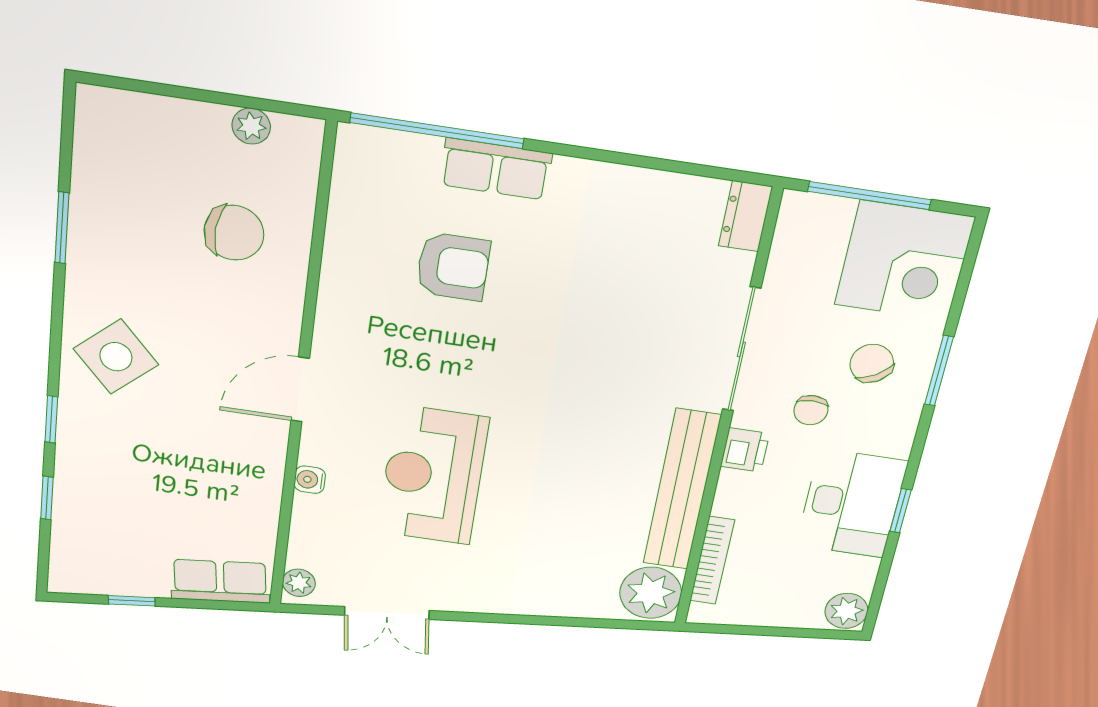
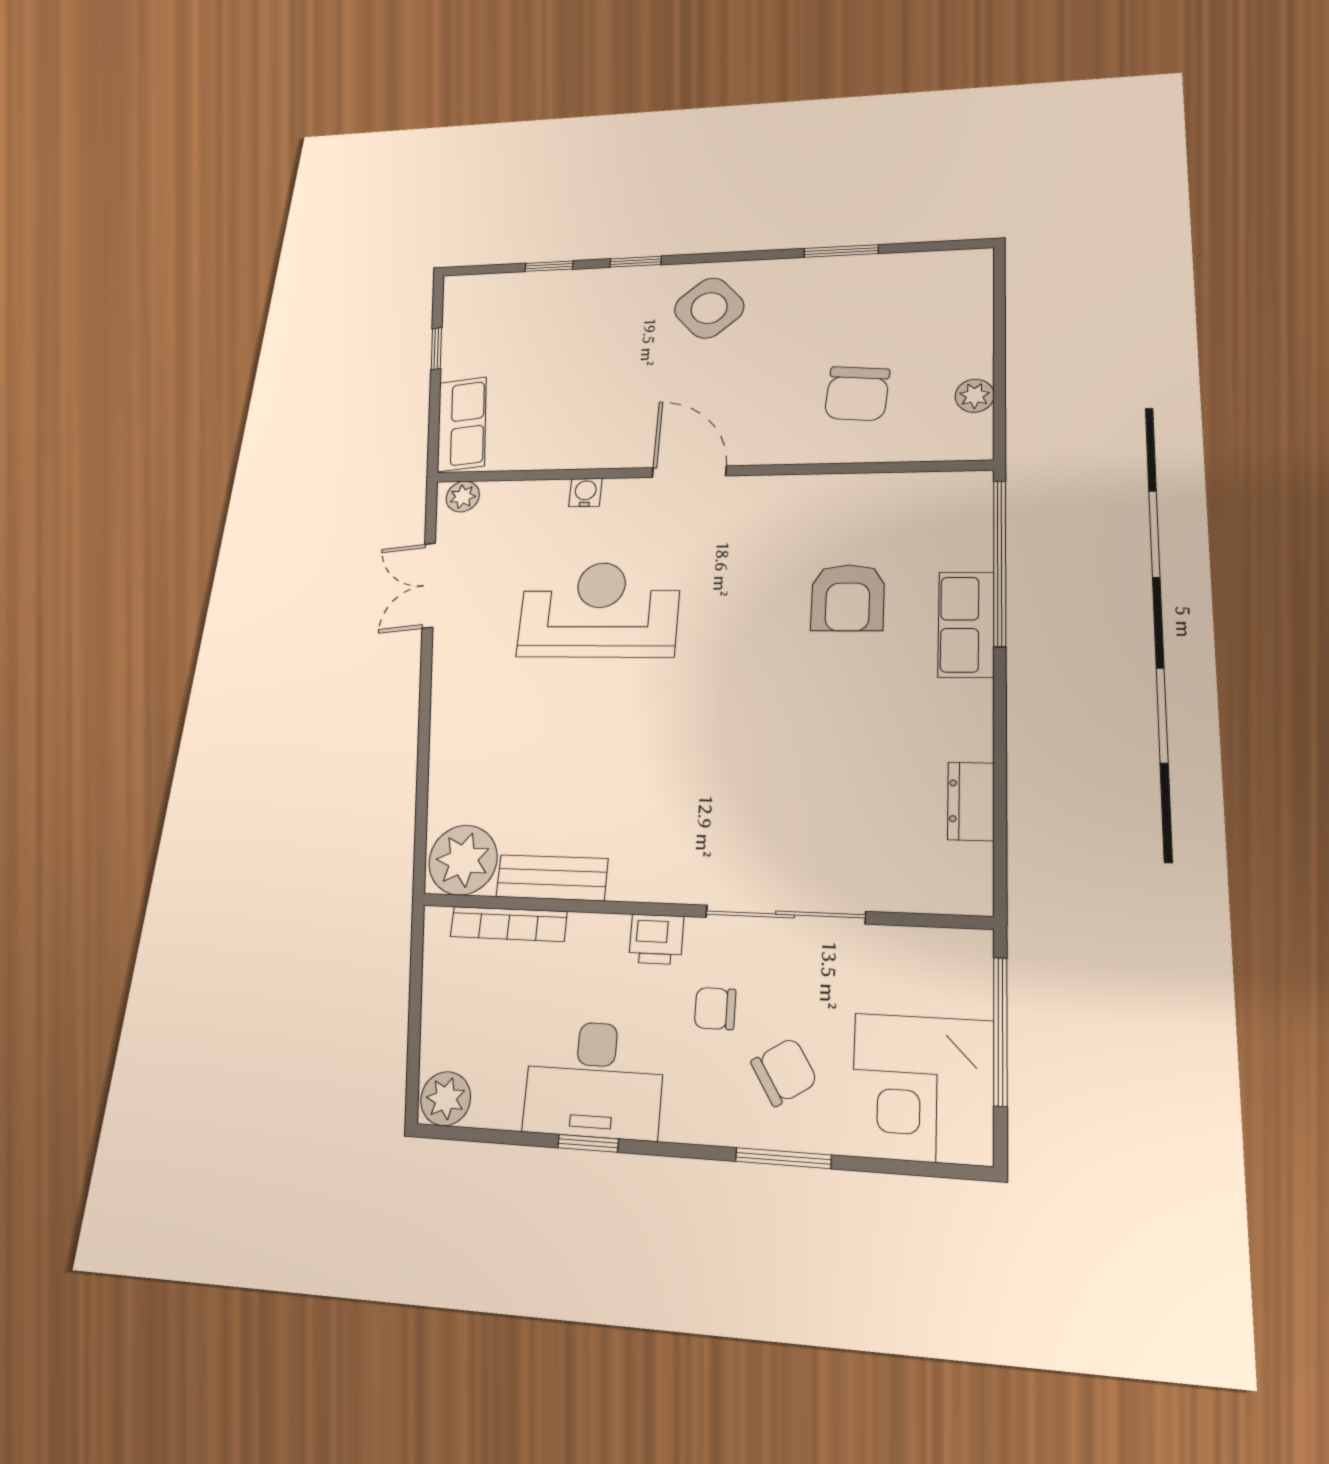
dresser: (745, 216) -> (971, 801), moved, turned -90
bench: (682, 490) -> (552, 878), width x0.54, depth x0.82

